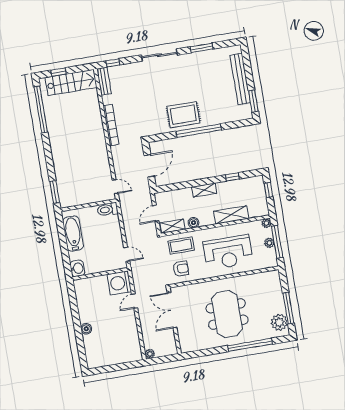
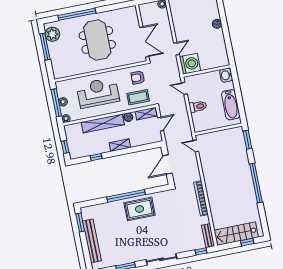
window: (41, 110) -> (256, 183), moved
toilet: (108, 210) -> (198, 107), moved
shelving: (231, 215) -> (103, 123), width x1.47

